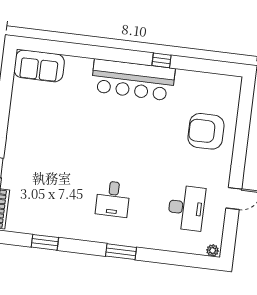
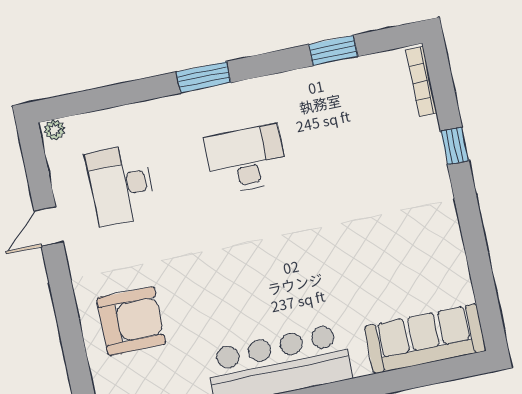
sofa: (39, 66) -> (425, 339), width x1.36
desk: (113, 199) -> (246, 159), width x1.37

